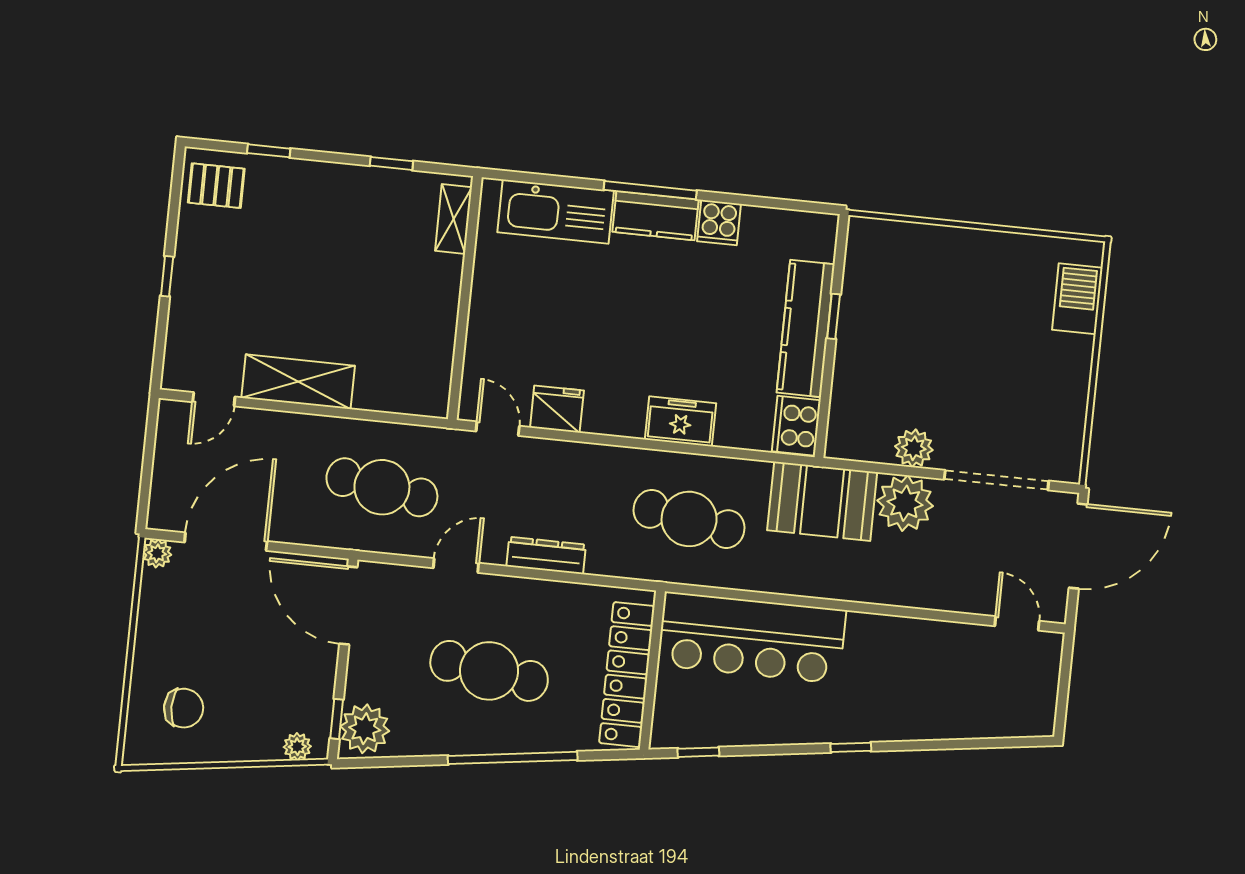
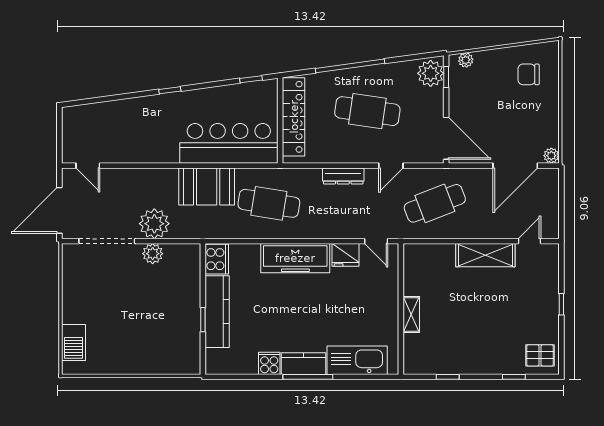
shelving: (454, 219) -> (411, 314), moved
freezer: (680, 421) -> (295, 258), width x1.91, depth x1.26
cafe table: (382, 487) -> (435, 203), turned -30
booth: (822, 501) -> (207, 187), moved

